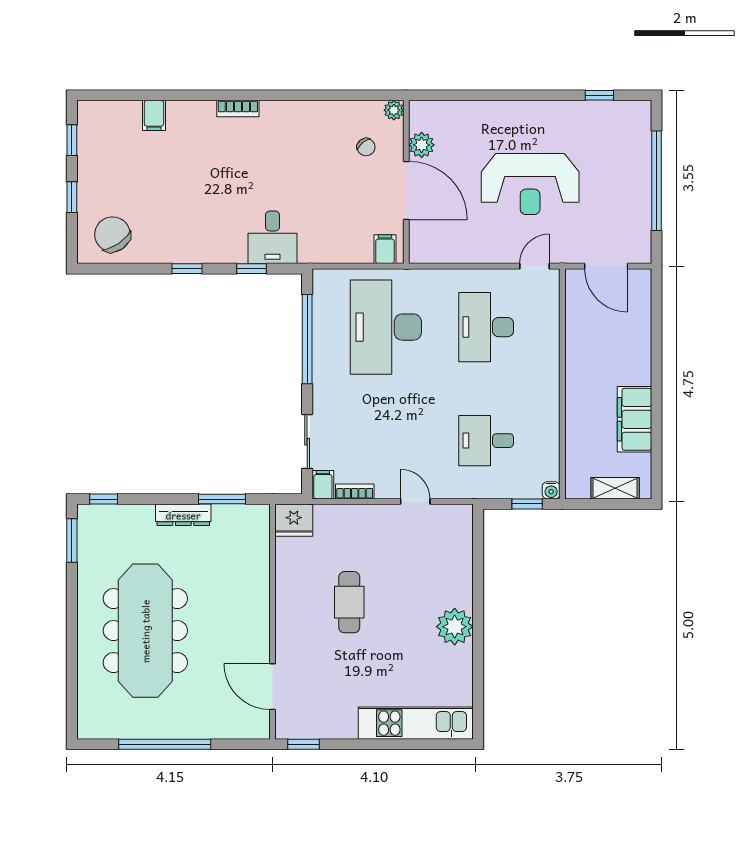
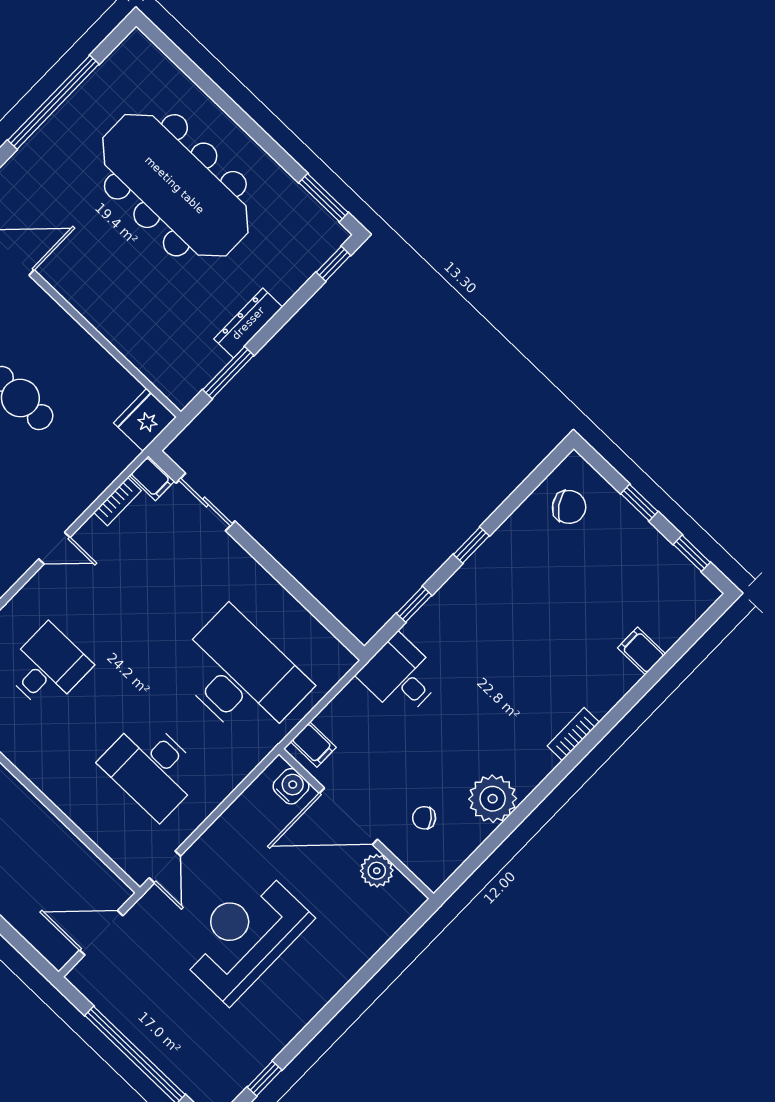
plant: (394, 110) -> (493, 799), moved, width x1.88, depth x1.88
chair: (112, 234) -> (569, 507), width x0.73, depth x0.73
desk: (273, 237) -> (400, 676), moved
water cooler: (421, 239) -> (291, 786), added
desk: (486, 327) -> (152, 768), turned 180
window: (307, 339) -> (300, 593), removed

